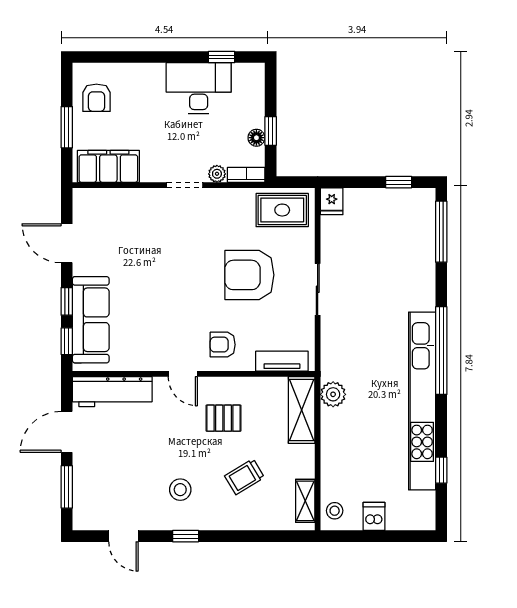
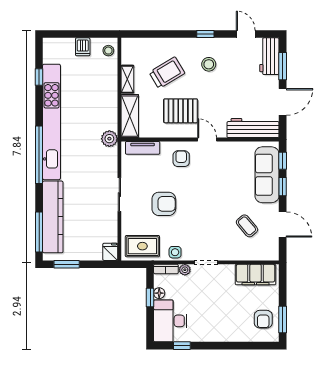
desk: (199, 88) -> (170, 321), moved, turned 90
armchair: (96, 98) -> (263, 319), turned 180
window: (67, 127) -> (283, 320), moved
window: (399, 182) -> (67, 264), width x1.50
side table: (232, 201) -> (175, 252), added
coffee table: (121, 241) -> (247, 226), added
kitchen counter: (420, 255) -> (53, 217), added
armchair: (249, 275) -> (164, 204), width x0.73, depth x0.73
armchair: (223, 345) -> (181, 159), turned -90
plant: (333, 394) -> (109, 139), moved
pallet: (223, 418) -> (181, 111), width x1.50, depth x1.42
trolley: (244, 477) -> (167, 73), width x1.36, depth x1.39
shelving: (305, 501) -> (127, 79), moved
workbench: (87, 502) -> (269, 56), added

